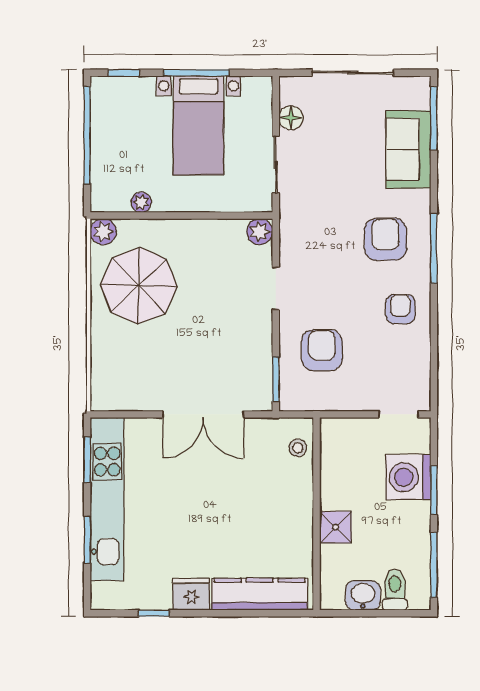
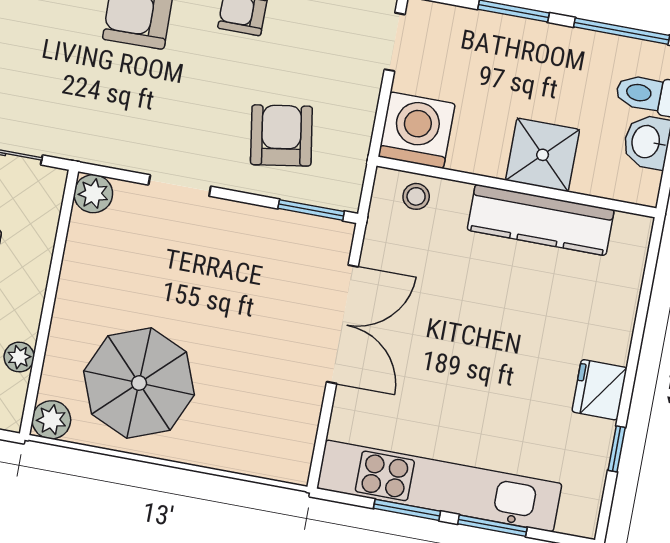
armchair: (322, 350) -> (281, 135), turned 81
window: (87, 460) -> (407, 510), moved
washing machine: (408, 477) -> (417, 130), moved, turned 180
shower: (336, 527) -> (543, 155), width x1.36, depth x1.36
kitchen counter: (260, 594) -> (541, 220), moved, turned -90

